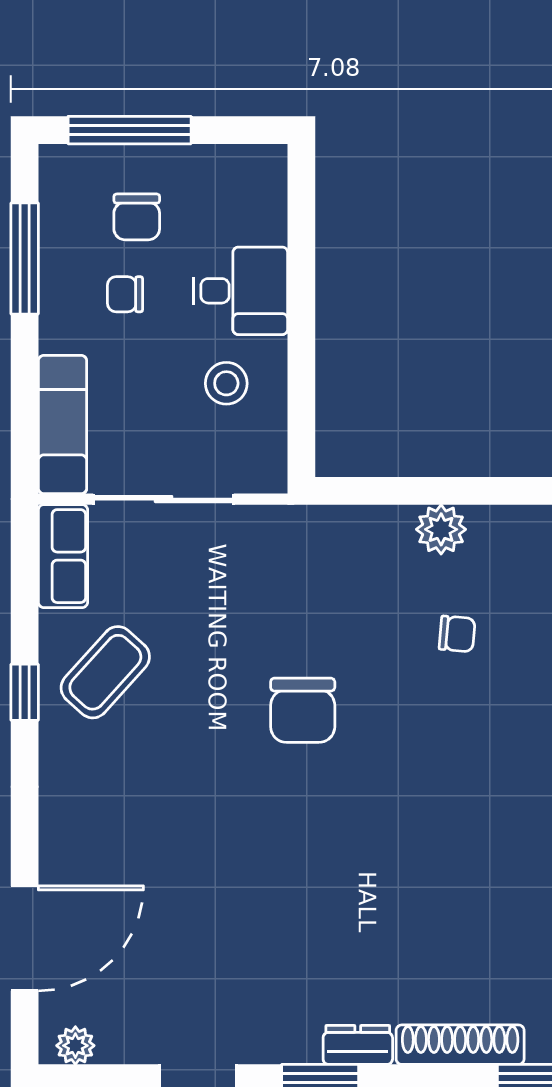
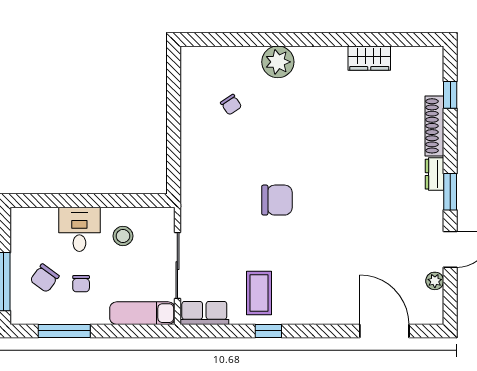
chair: (137, 217) -> (45, 278), turned 126
plant: (441, 529) -> (192, 135), removed
chair: (457, 634) -> (231, 105), moved, turned 141
coffee table: (105, 672) -> (259, 293), turned 48
plant: (75, 1046) -> (435, 281), moved

